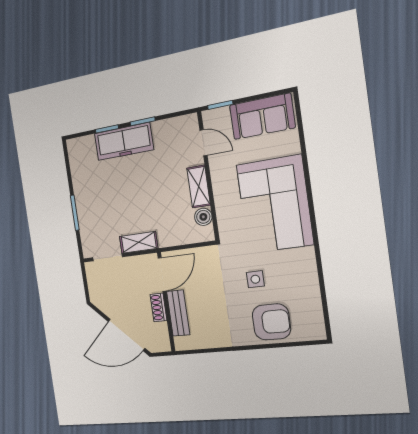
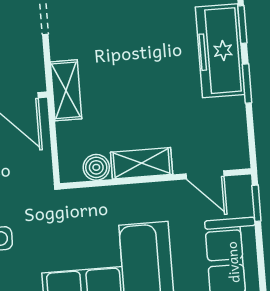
door: (203, 143) -> (205, 175), hinge flipped
shelving: (139, 242) -> (66, 90), moved

